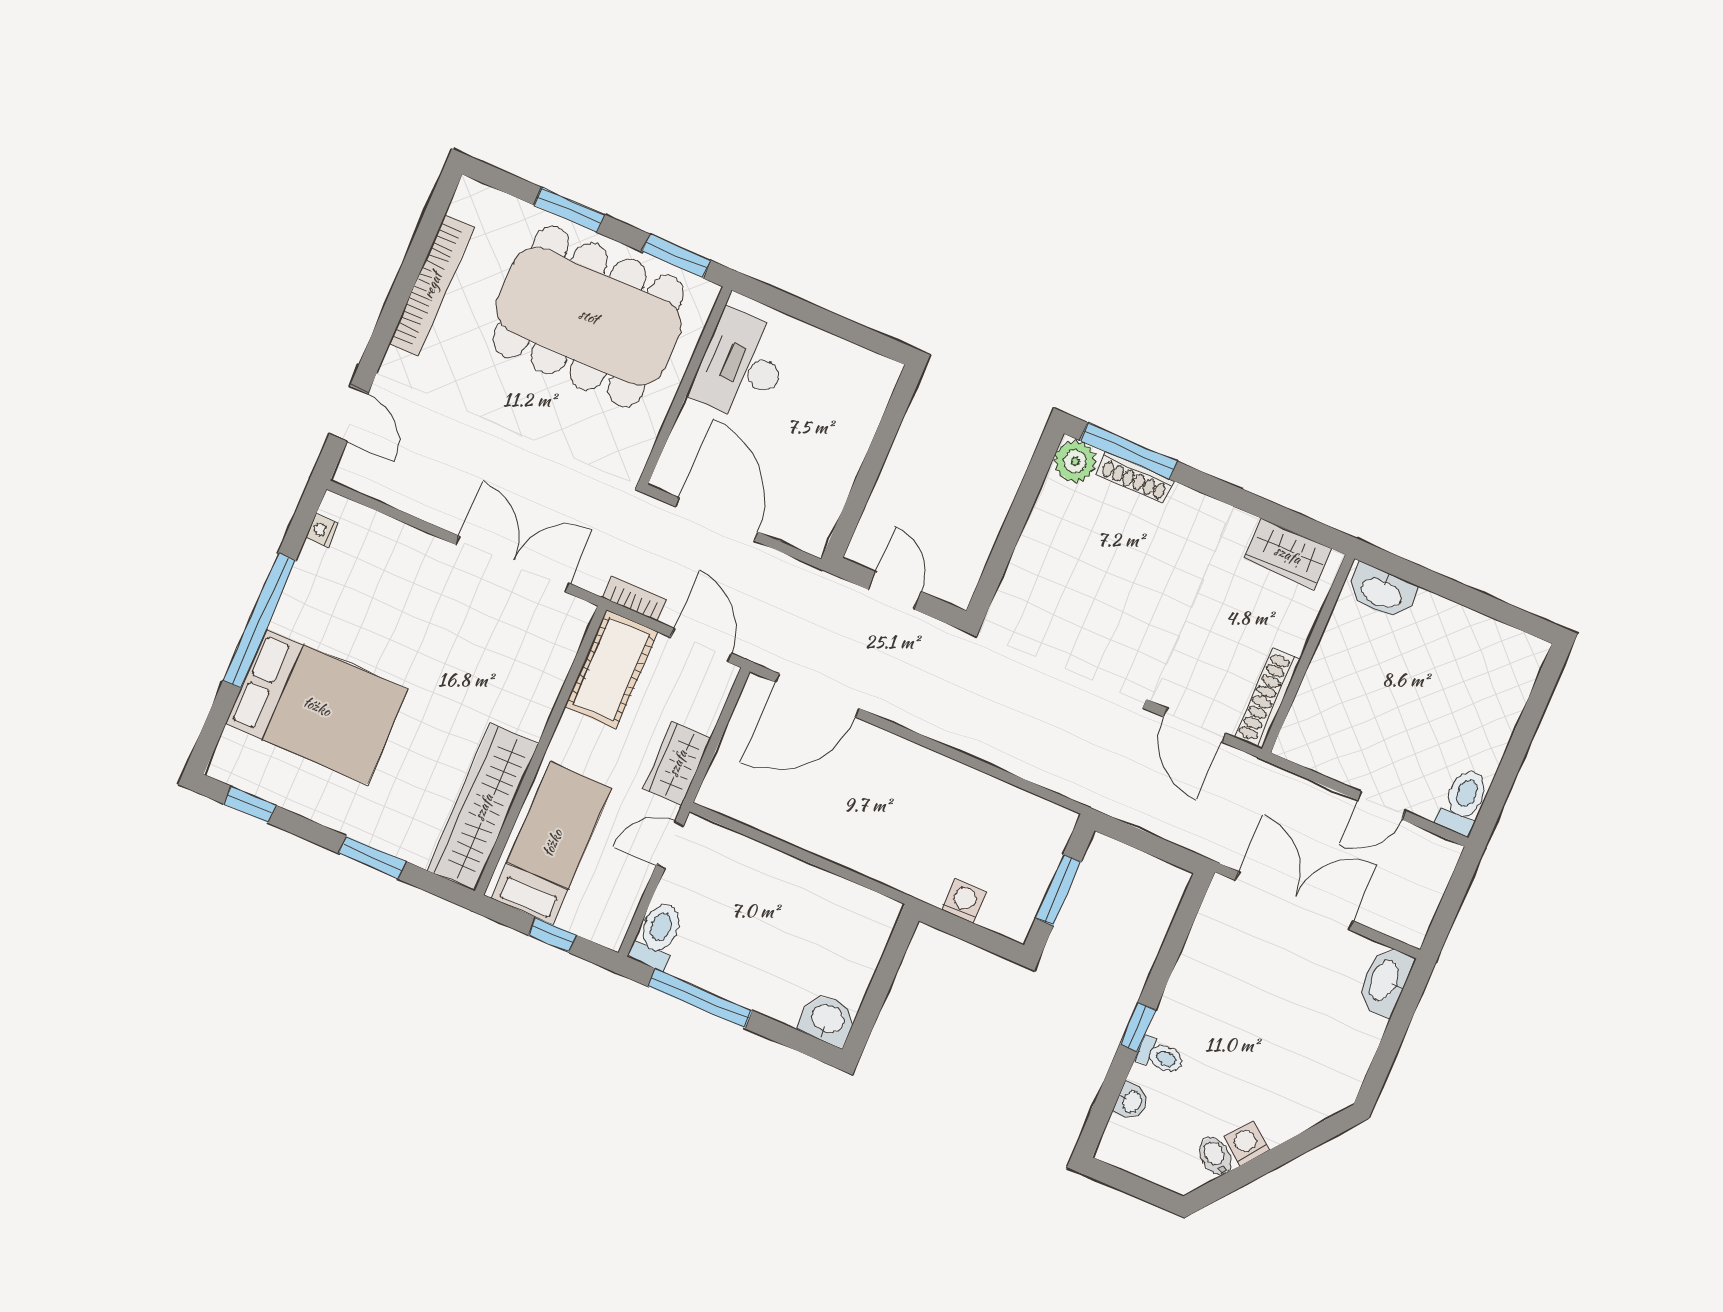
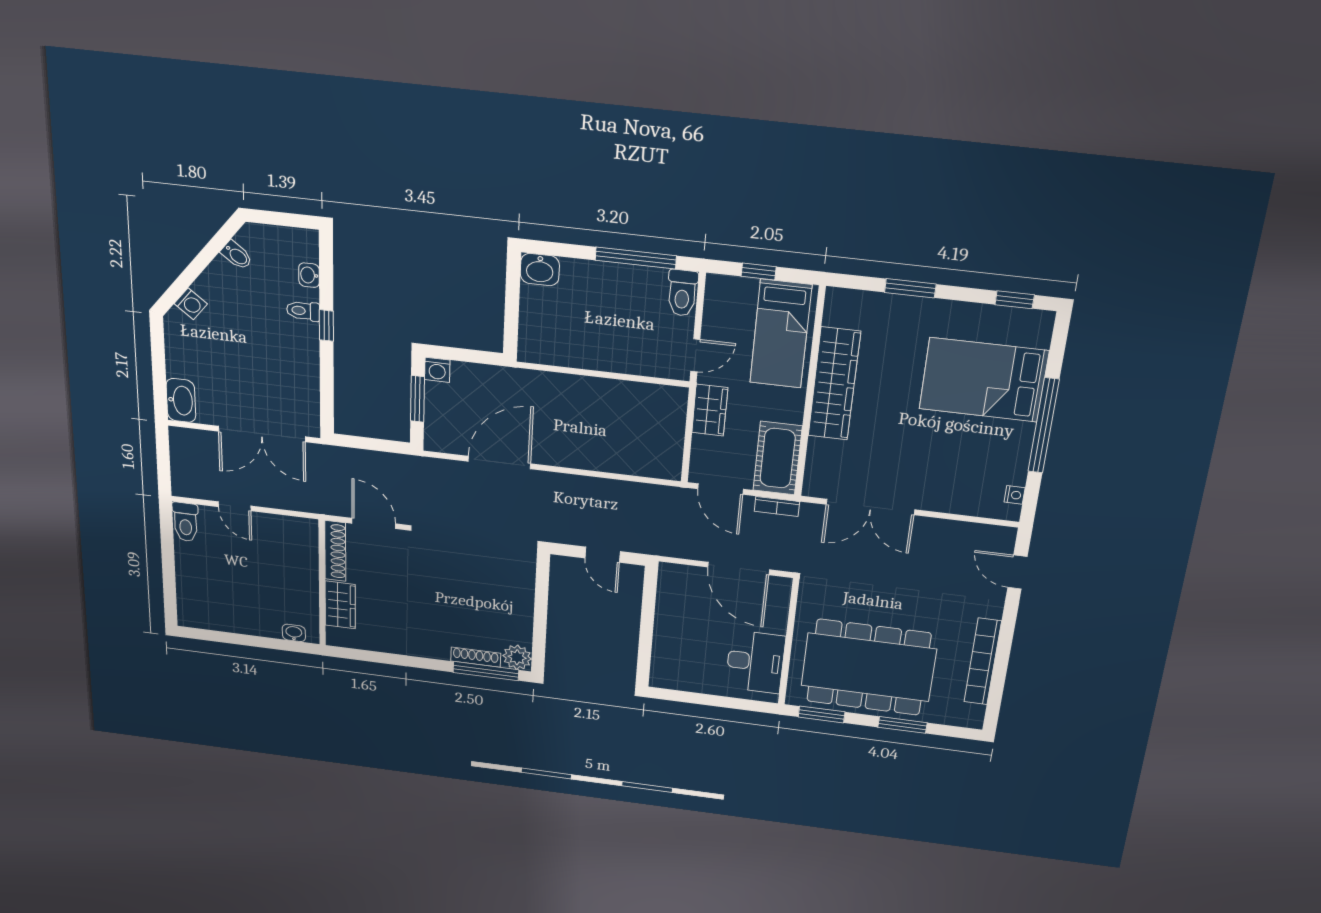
wardrobe: (1288, 554) -> (340, 605), moved, turned 90
washbasin: (1382, 592) -> (294, 633), width x0.52, depth x0.69
door: (817, 695) -> (499, 463), moved
door: (1381, 806) -> (235, 506), swing flipped
wardrobe: (483, 807) -> (834, 384), moved
washing machine: (964, 901) -> (437, 370), moved
washing machine: (1246, 1143) -> (191, 304), moved

